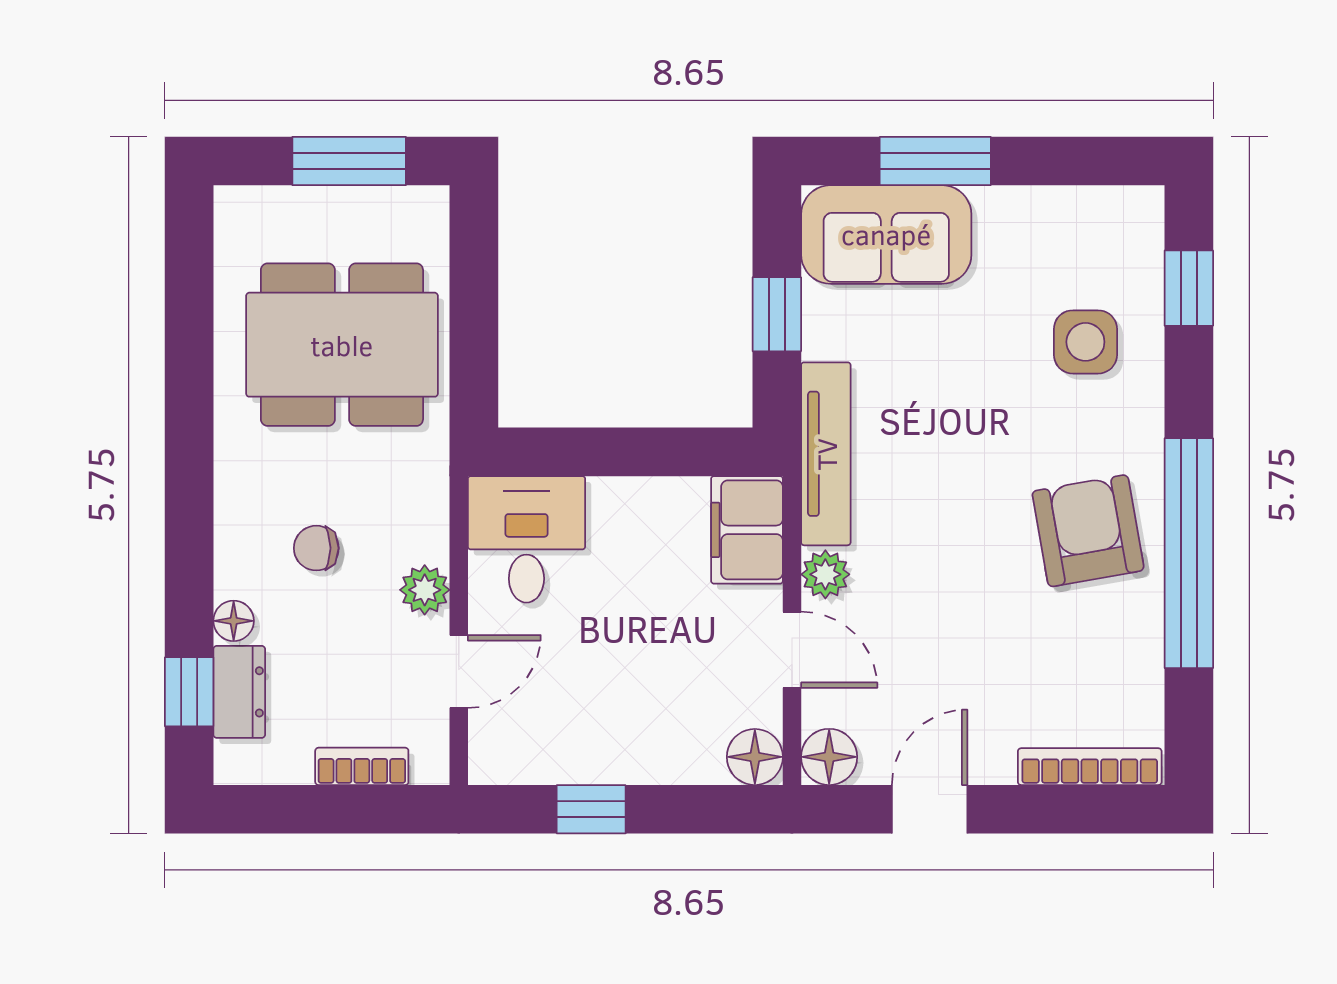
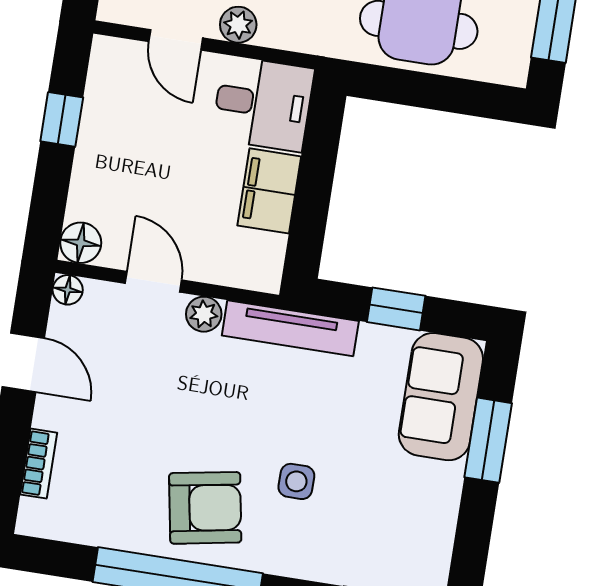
side table: (1085, 342) -> (296, 481), moved, width x0.73, depth x0.73
filing cabinet: (747, 530) -> (269, 191), moved, turned -90
door: (792, 650) -> (153, 282), swing flipped
floor lamp: (829, 757) -> (68, 290), width x0.73, depth x0.73
bookcase: (1090, 767) -> (39, 464), width x0.64

